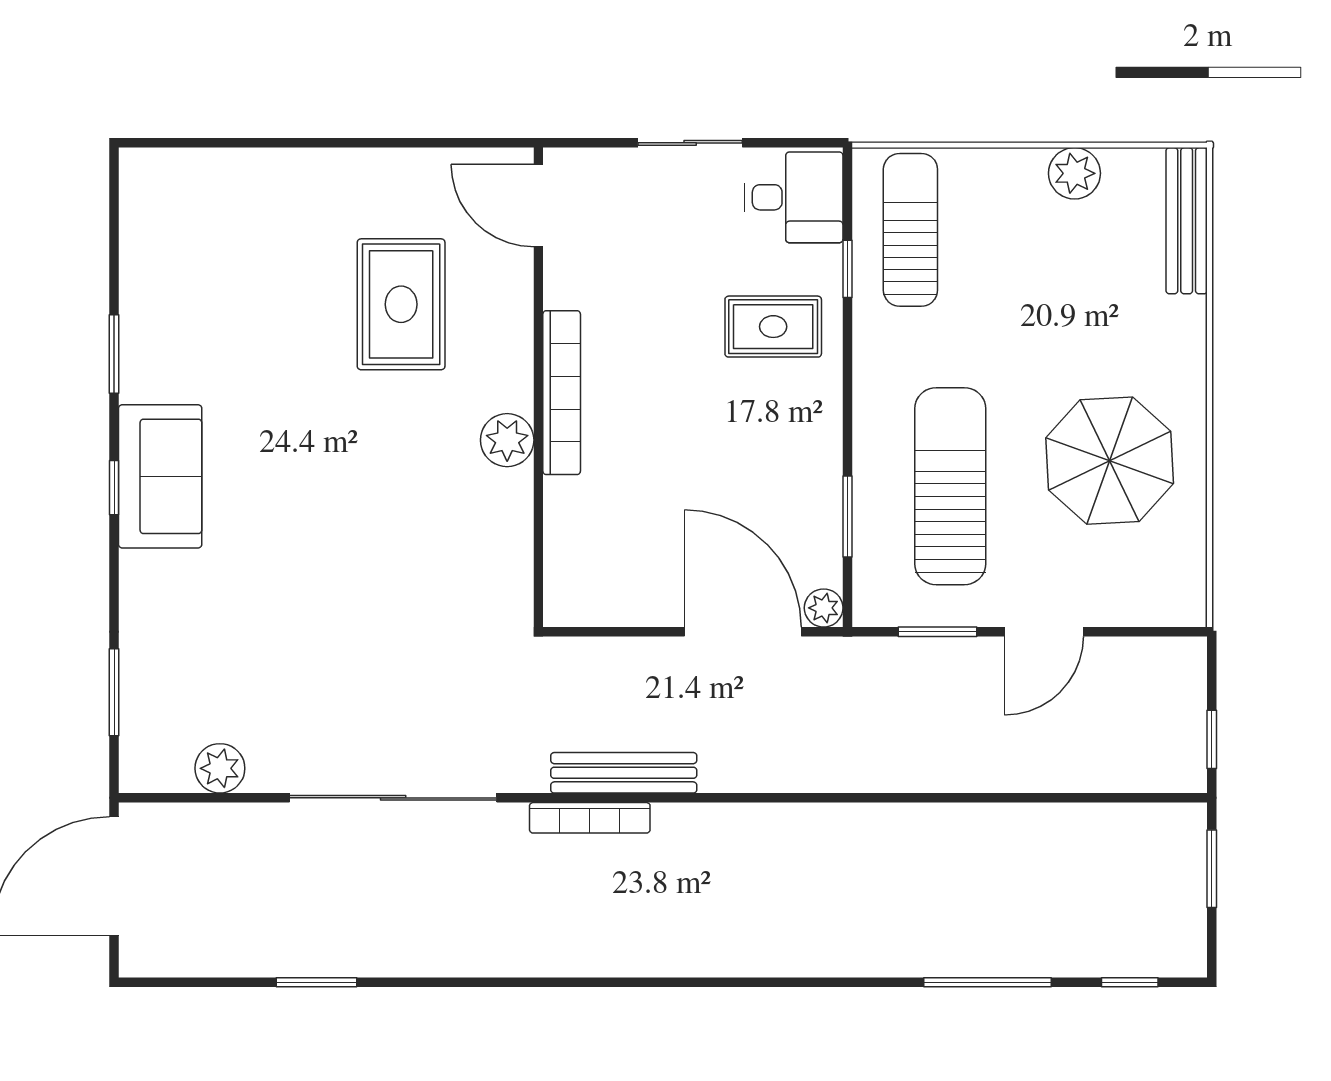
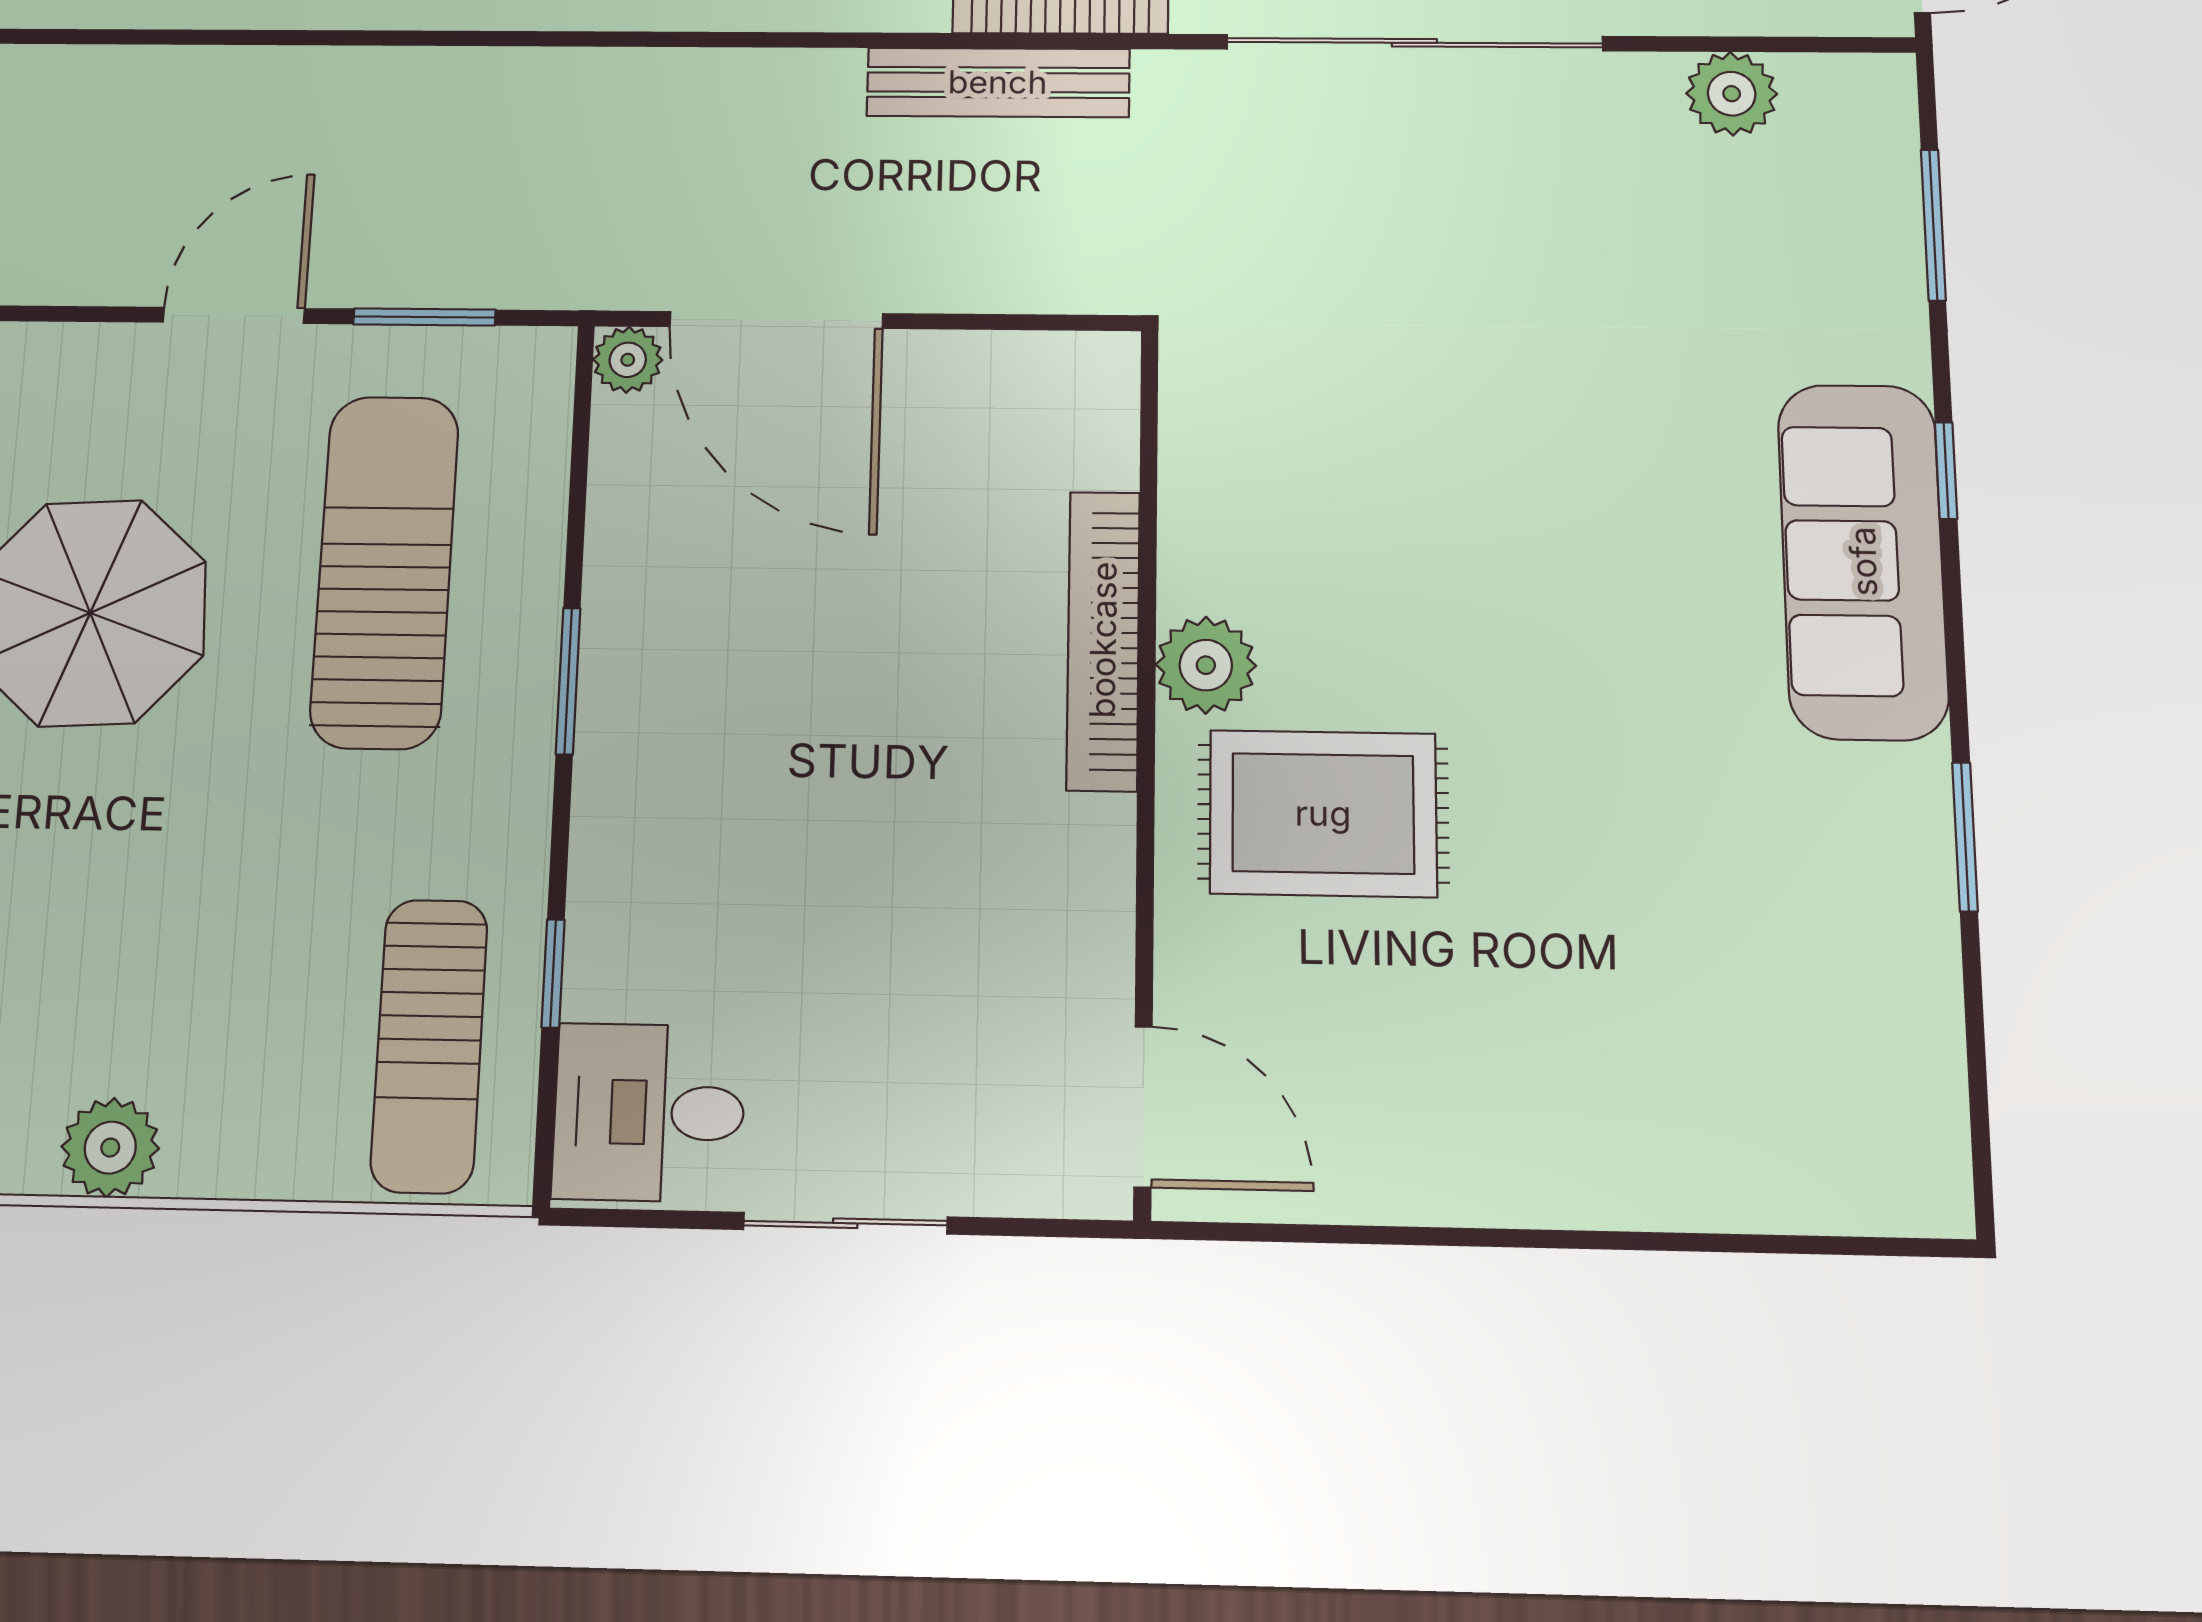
rug: (401, 304) -> (1323, 813), moved, turned 90
rug: (773, 327) -> (699, 867), removed
bookcase: (562, 393) -> (1103, 640), moved
sofa: (160, 476) -> (1863, 561), width x1.36
sun lounger: (950, 486) -> (385, 571), turned 180
window: (114, 488) -> (1946, 471), moved
window: (847, 517) -> (568, 681), moved

